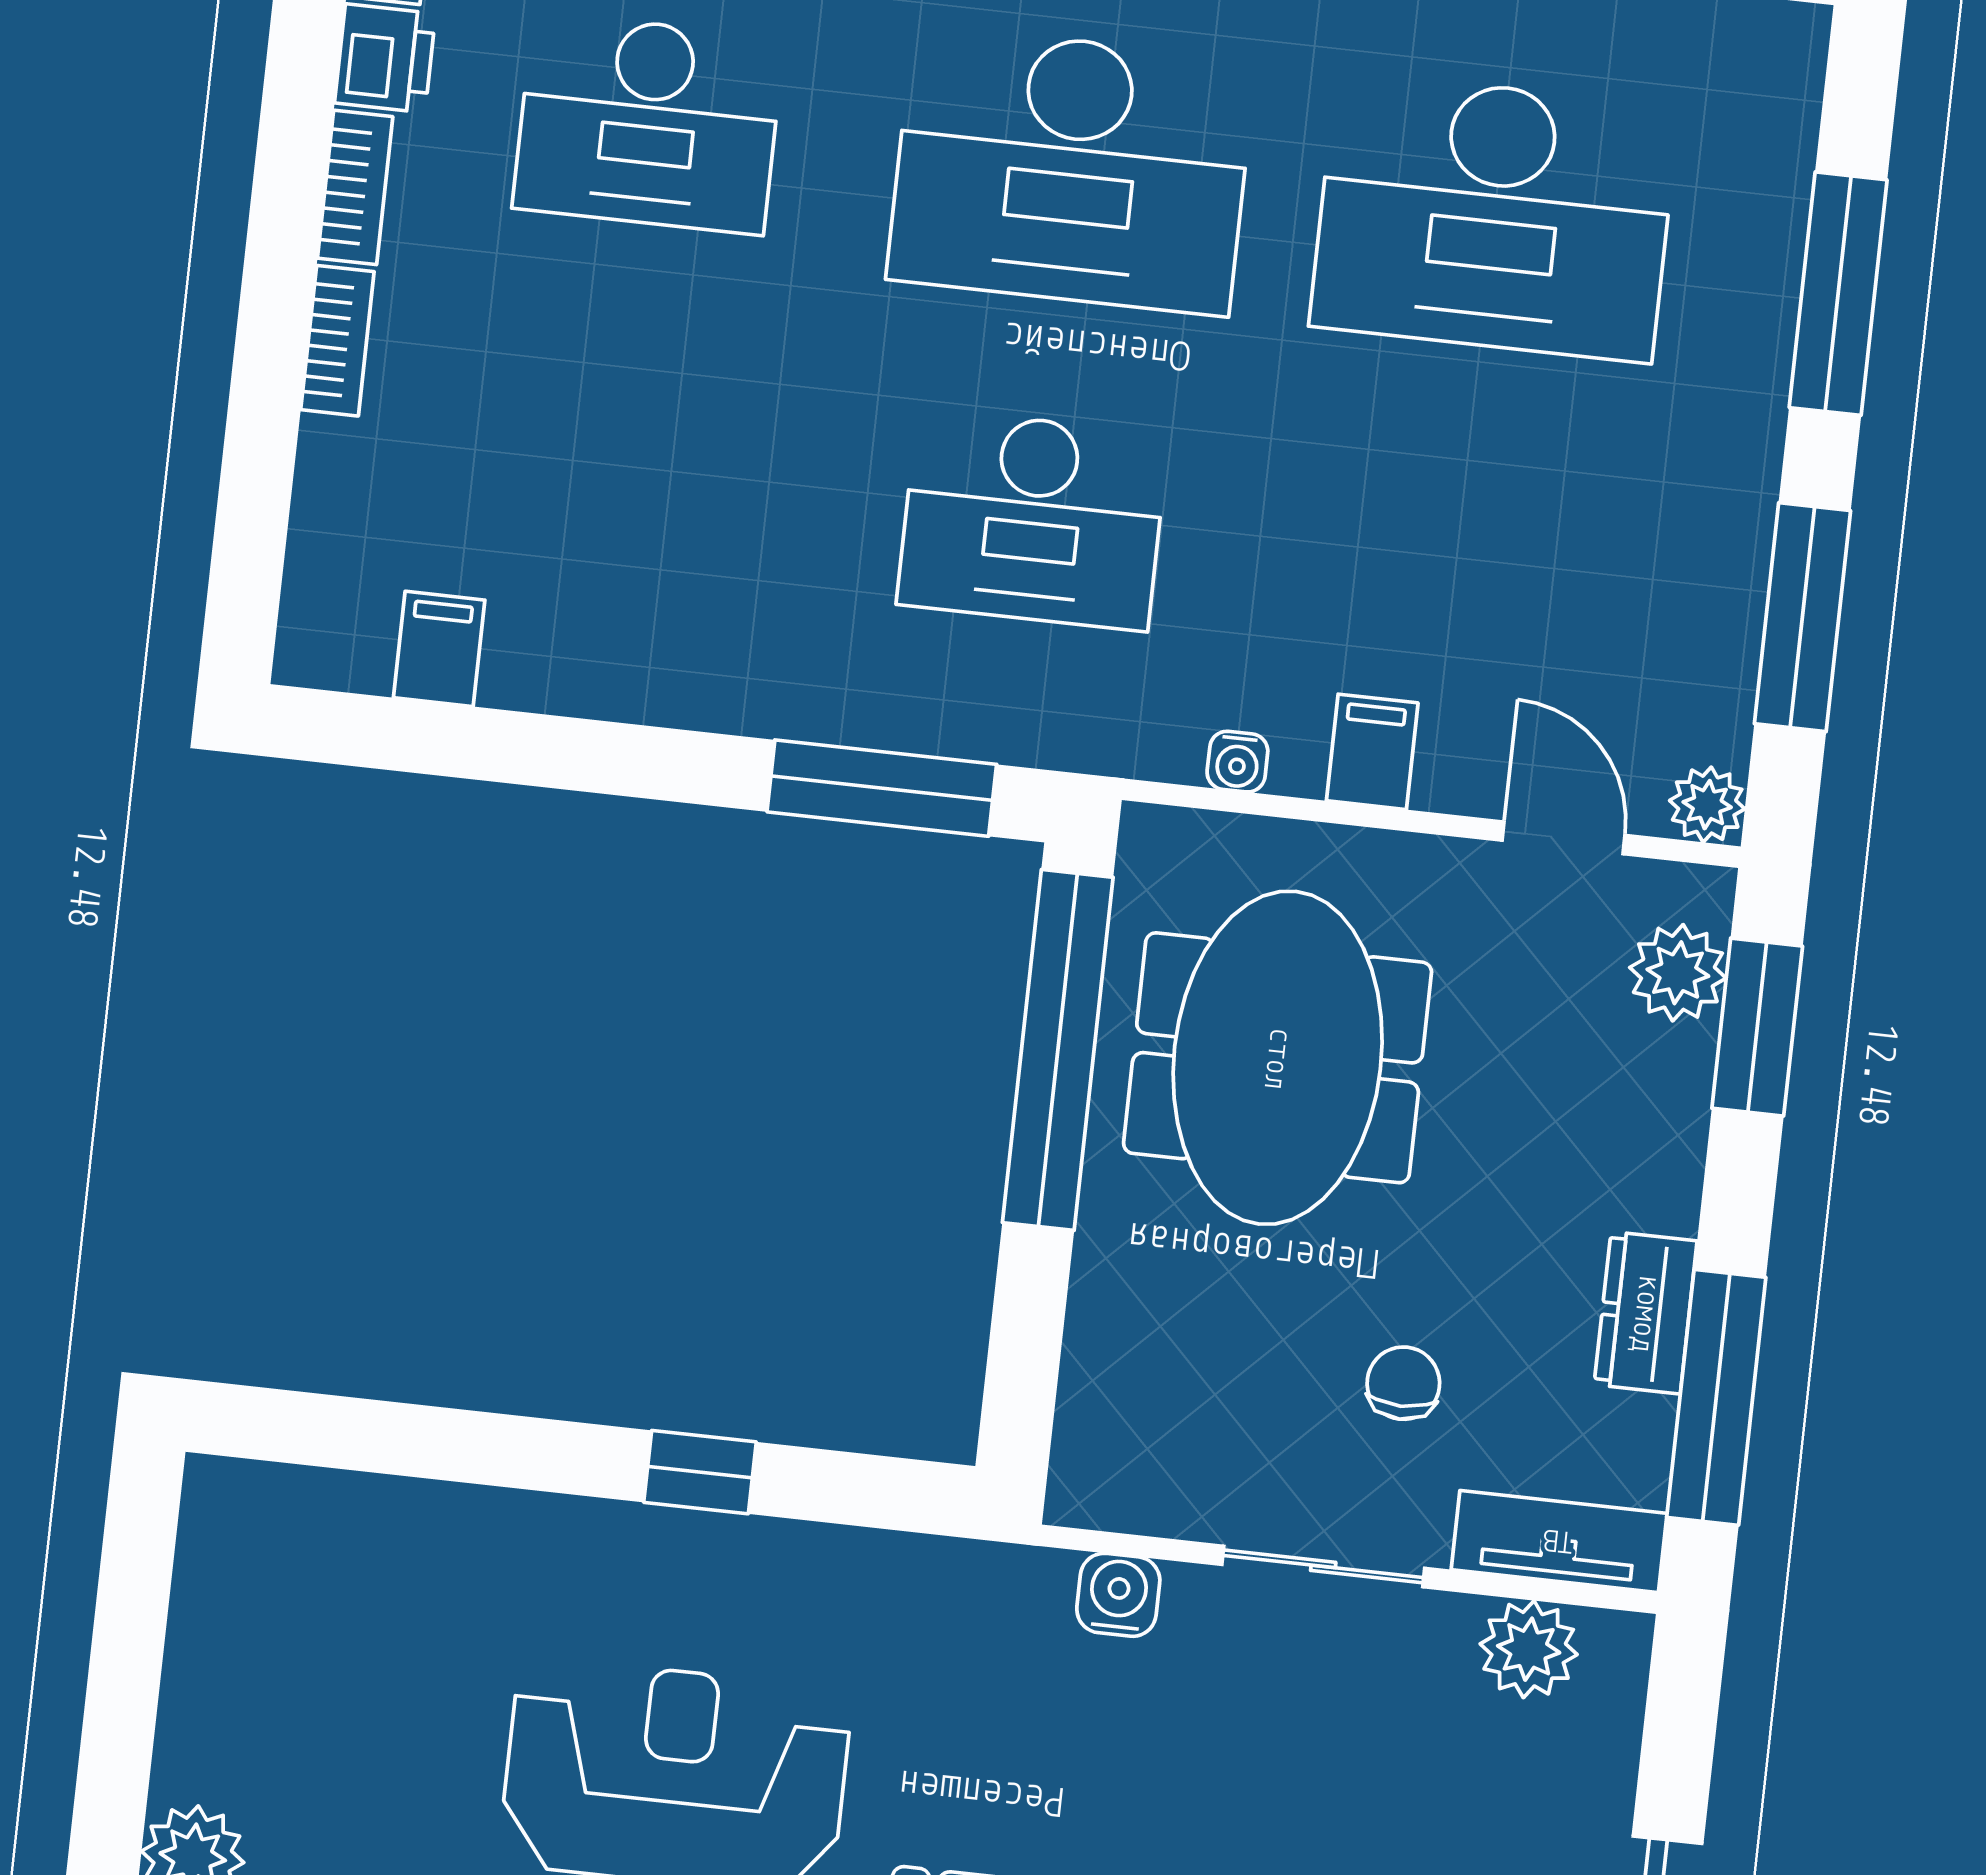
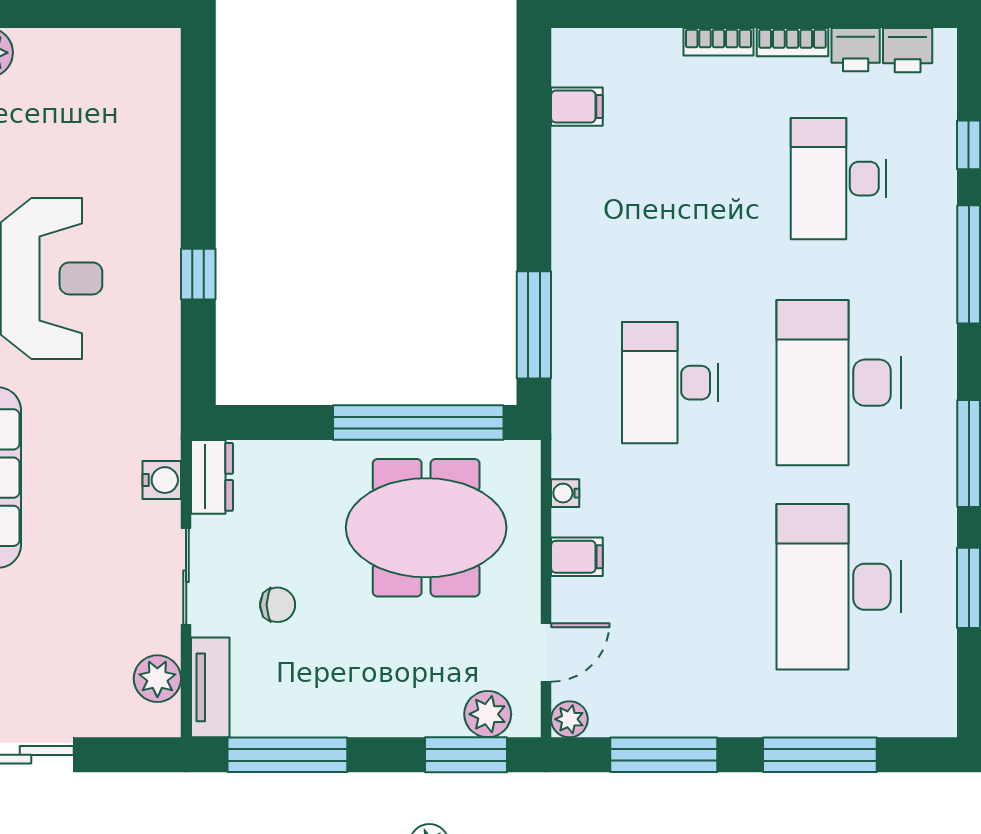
dresser: (1646, 1313) -> (212, 477), moved, turned 90

